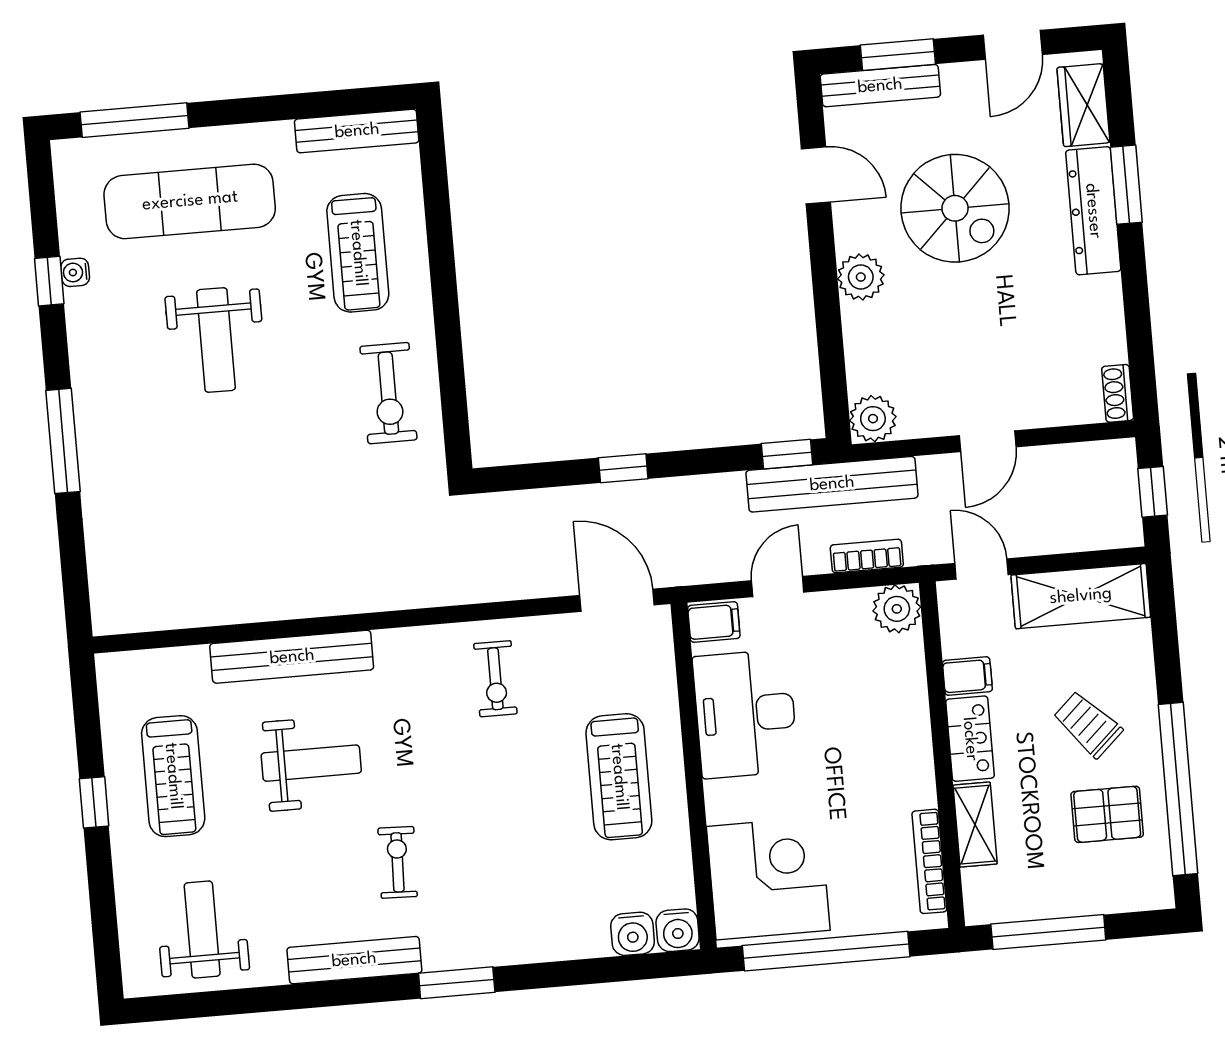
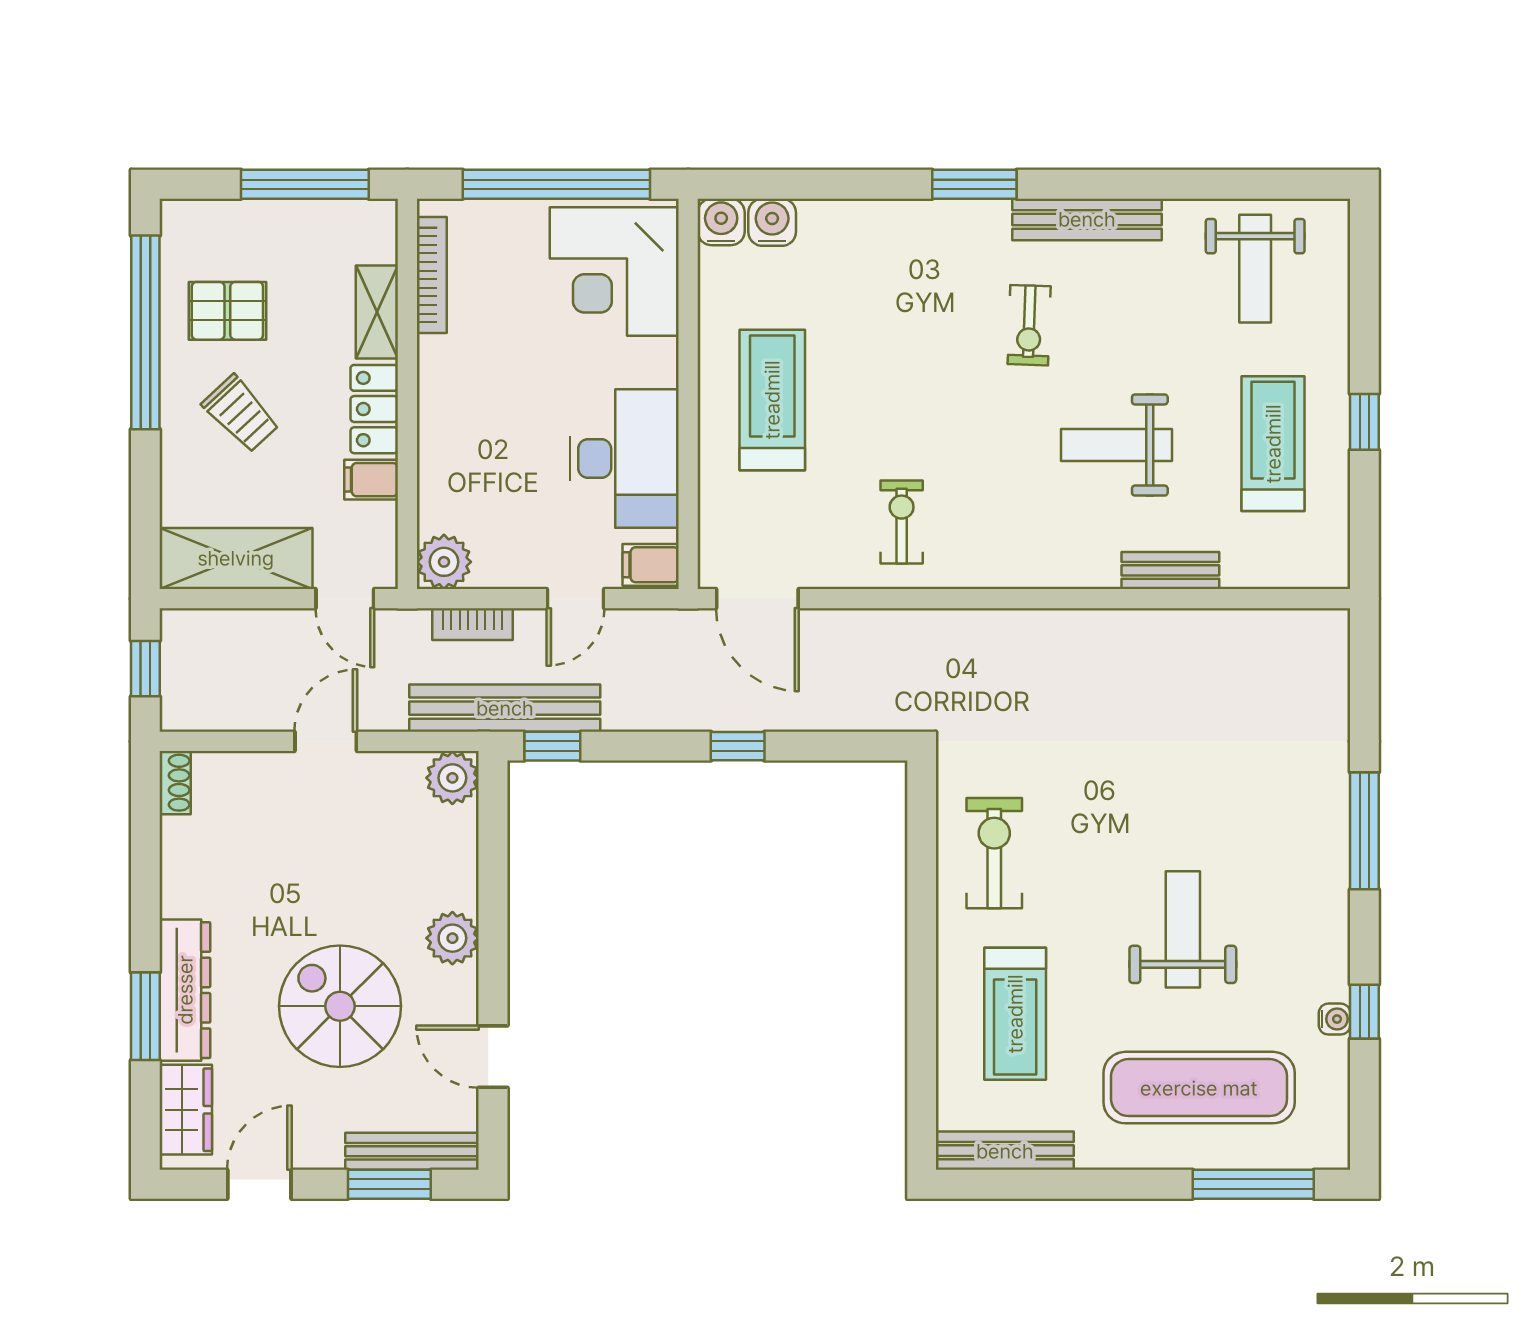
treadmill: (358, 253) -> (1015, 1014), turned 180
bench: (292, 657) -> (1170, 570), width x0.54, depth x0.82

